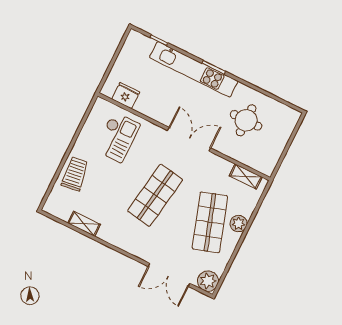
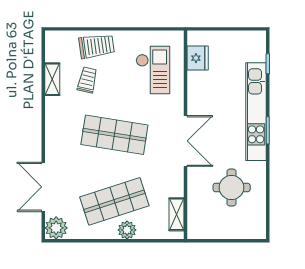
checkout: (117, 137) -> (153, 70), turned -90
trolley: (99, 195) -> (87, 80), added

